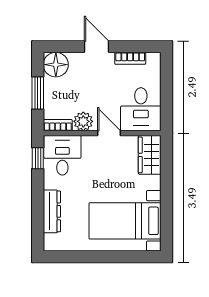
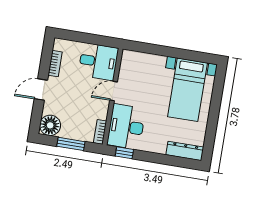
plant: (83, 121) -> (100, 111), removed
desk: (62, 155) -> (126, 127), width x1.37
wardrobe: (150, 155) -> (137, 61), removed
dresser: (52, 211) -> (185, 151), moved

